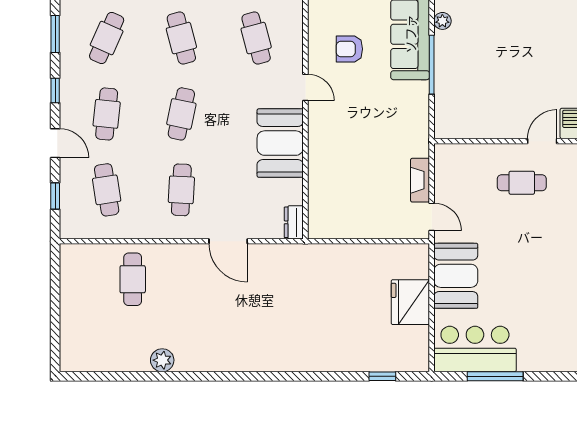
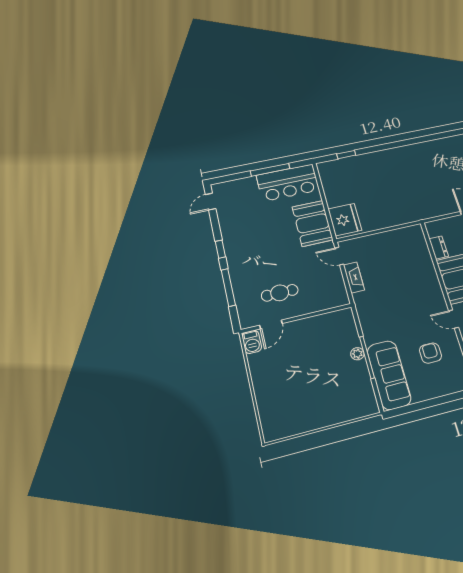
plant: (442, 21) -> (357, 354), moved
armchair: (349, 49) -> (430, 353), turned -90
dresser: (294, 222) -> (439, 248), moved
fridge: (410, 302) -> (345, 220), moved

